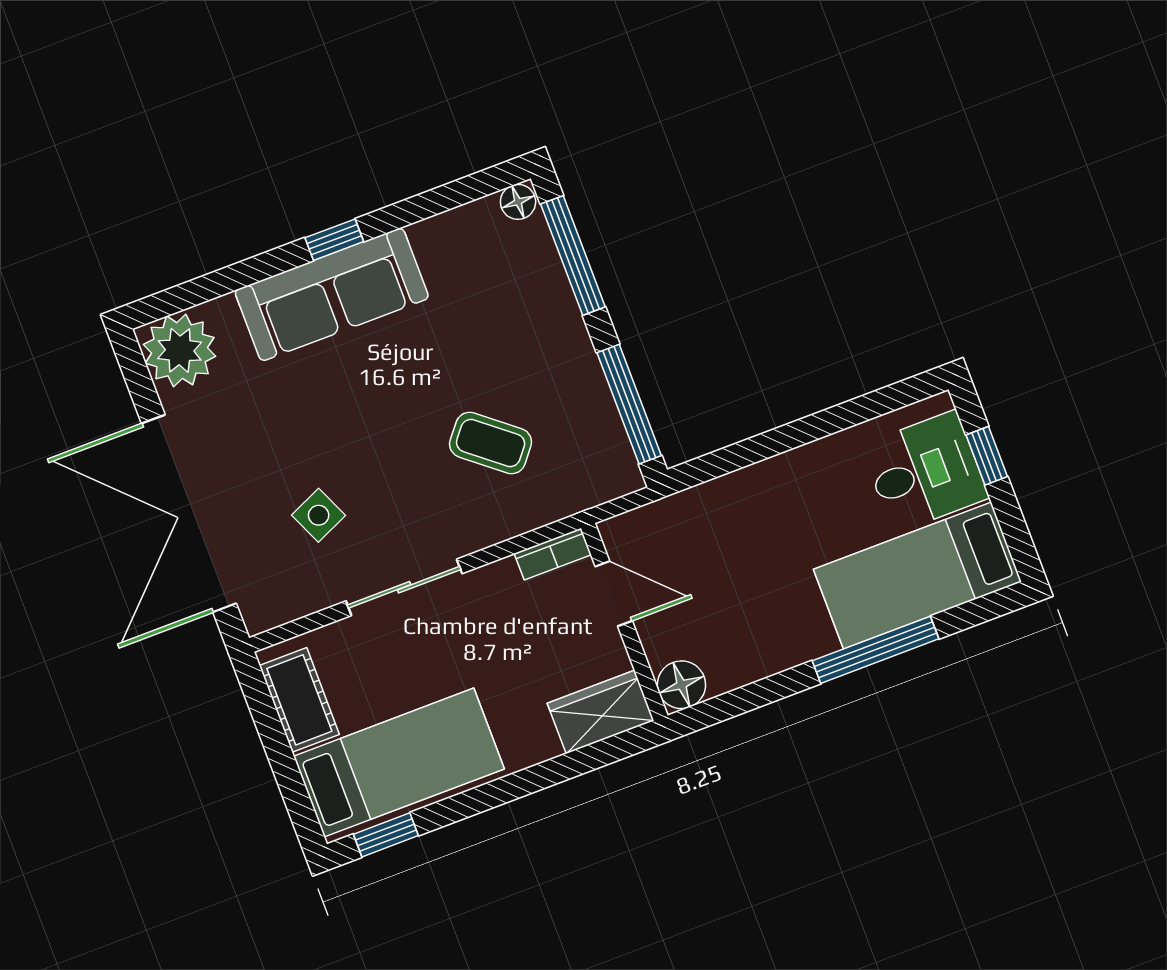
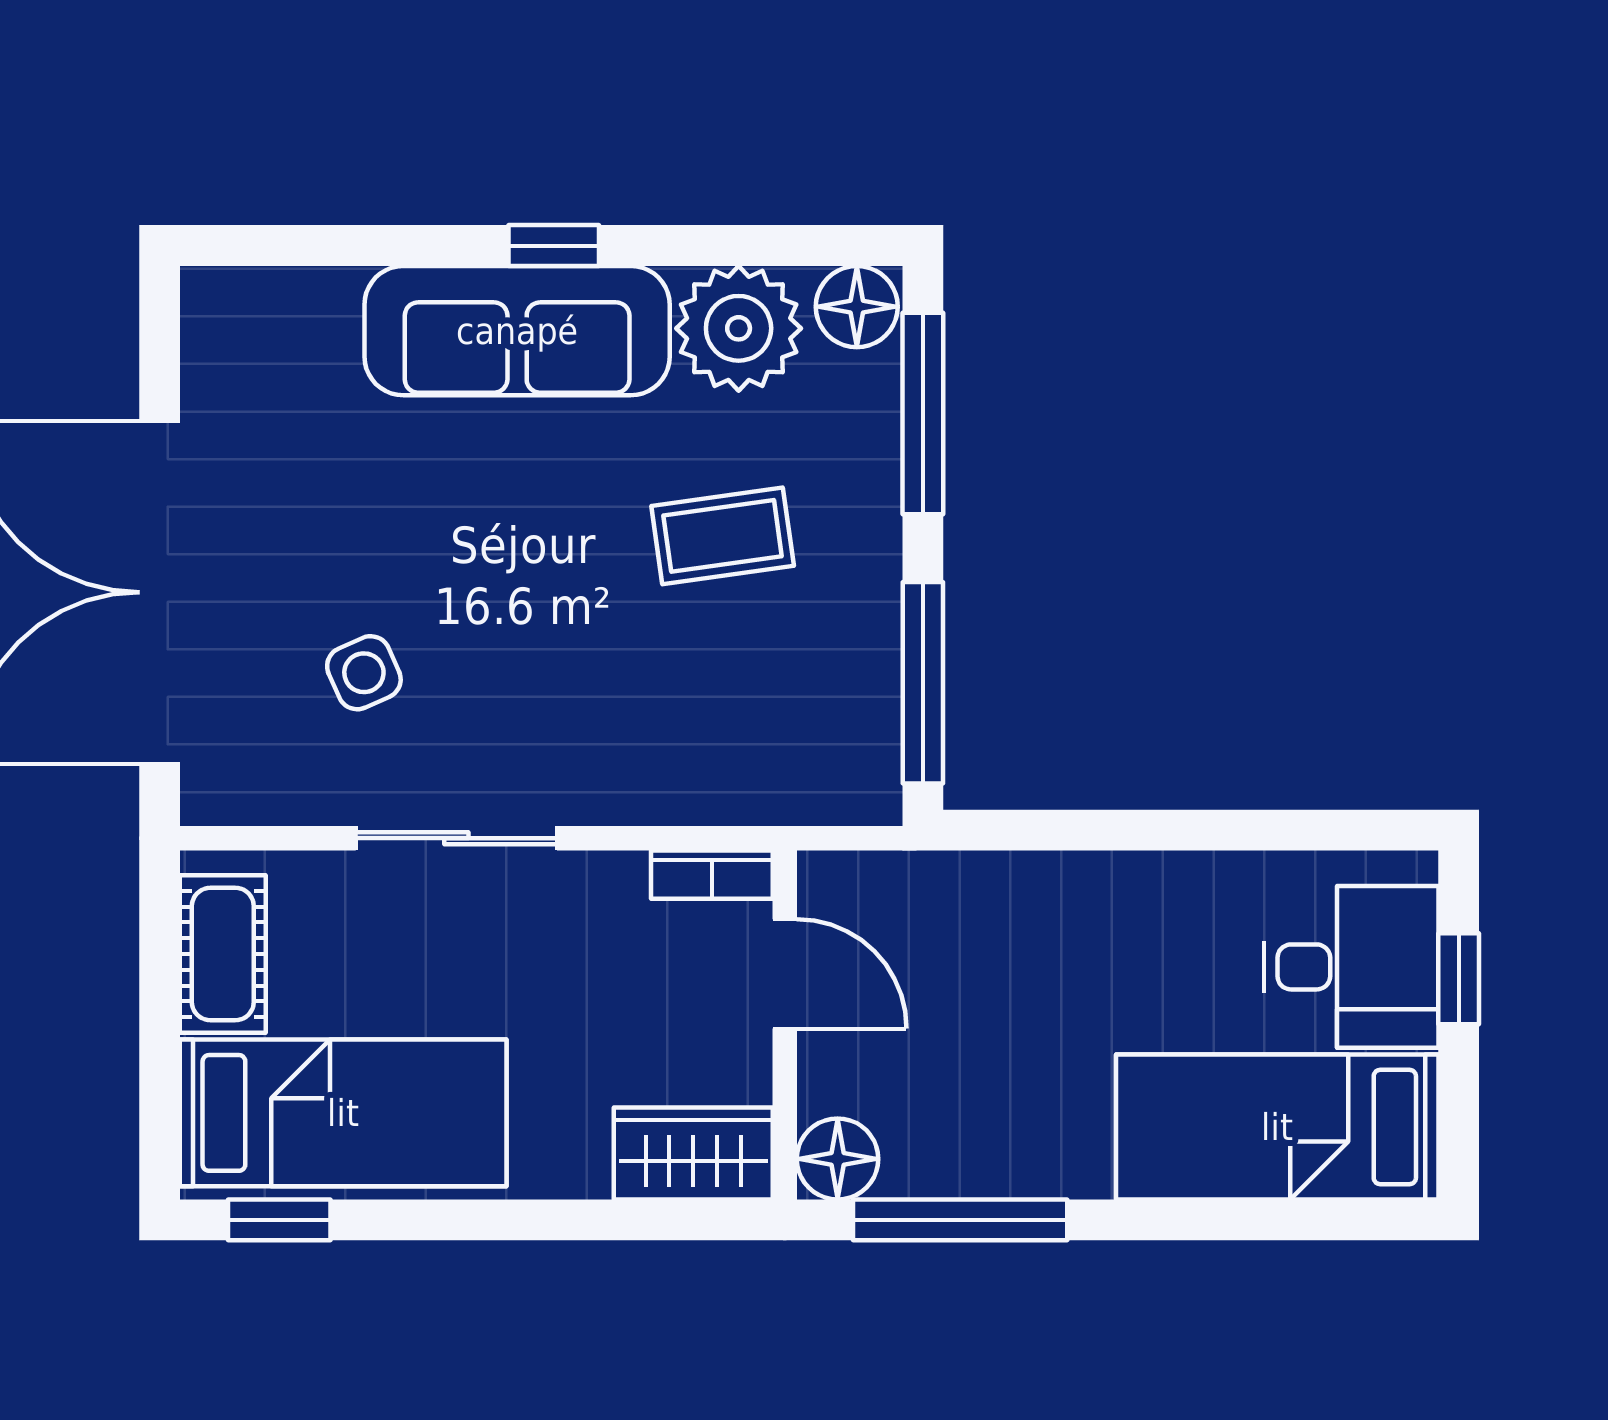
floor lamp: (518, 202) -> (857, 307), width x1.37, depth x1.37
plant: (180, 350) -> (739, 328), moved
coffee table: (491, 443) -> (723, 536), moved, turned -47
window: (876, 650) -> (960, 1220), moved

